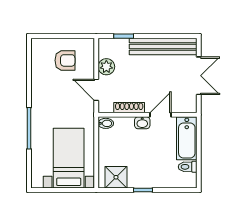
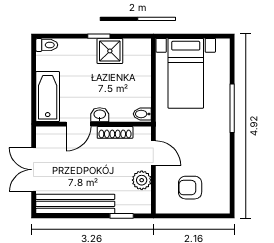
toilet: (188, 167) -> (47, 45), moved
shower: (116, 177) -> (110, 51), moved

